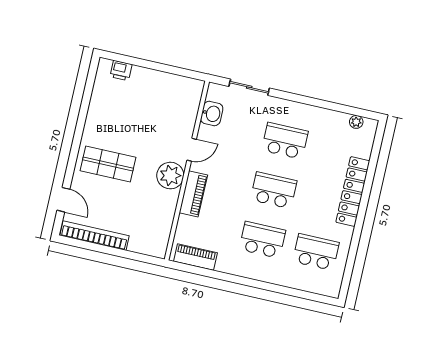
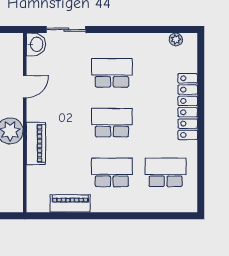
washbasin: (212, 114) -> (36, 44), moved
door: (192, 150) -> (25, 87), moved
piano: (195, 257) -> (70, 203), moved

